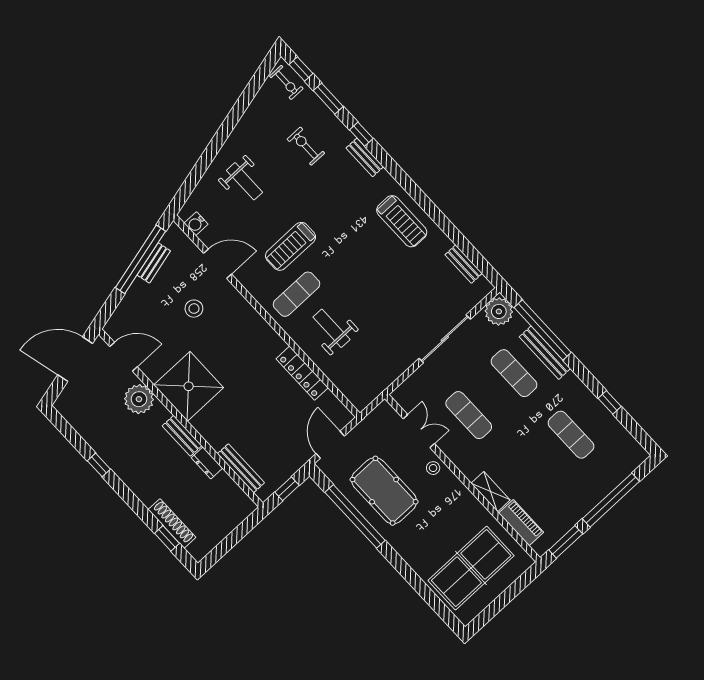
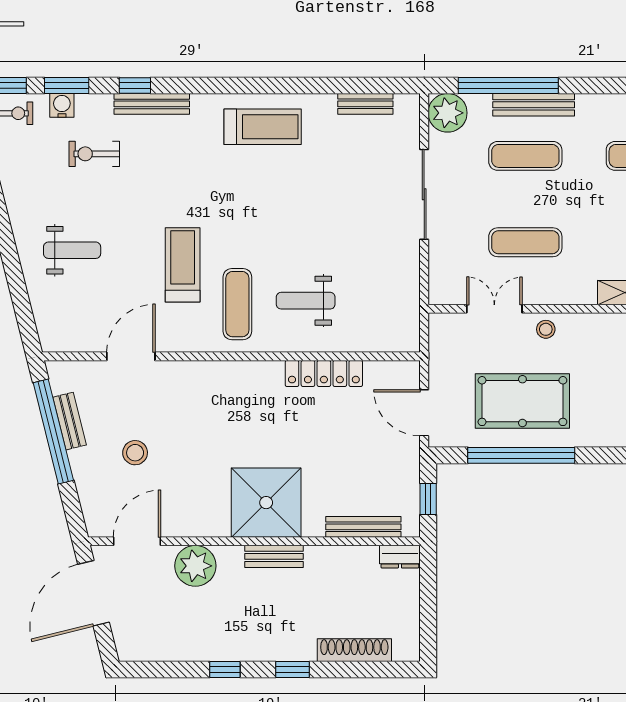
bench: (365, 157) -> (152, 104), width x1.36
water cooler: (196, 224) -> (62, 105), moved, turned 180
treadmill: (291, 246) -> (183, 265), turned 180
stool: (194, 309) -> (135, 453), moved
shower: (189, 386) -> (266, 503), moved
dresser: (207, 463) -> (400, 557), moved
window: (167, 538) -> (293, 669), moved

